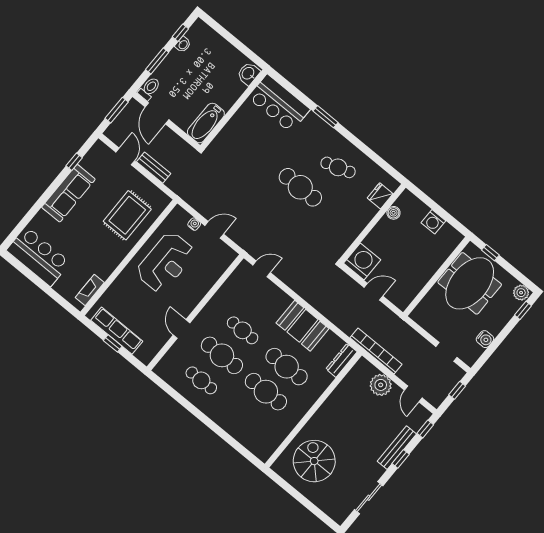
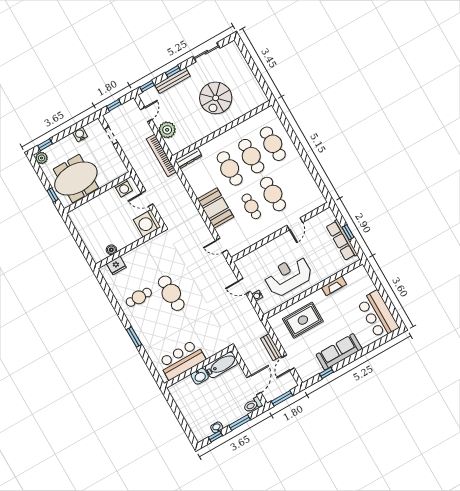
washbasin: (248, 74) -> (200, 376), moved
bar counter: (279, 103) -> (182, 360), moved, turned -90
cafe table: (338, 167) -> (139, 297), turned -72
washing machine: (433, 222) -> (124, 188), moved, turned 90
fireplace: (90, 290) -> (334, 286), moved
booth: (303, 326) -> (216, 208), moved
cafe table: (201, 380) -> (273, 144), moved, width x1.37, depth x1.35
spiral stairs: (314, 461) -> (216, 98), moved

